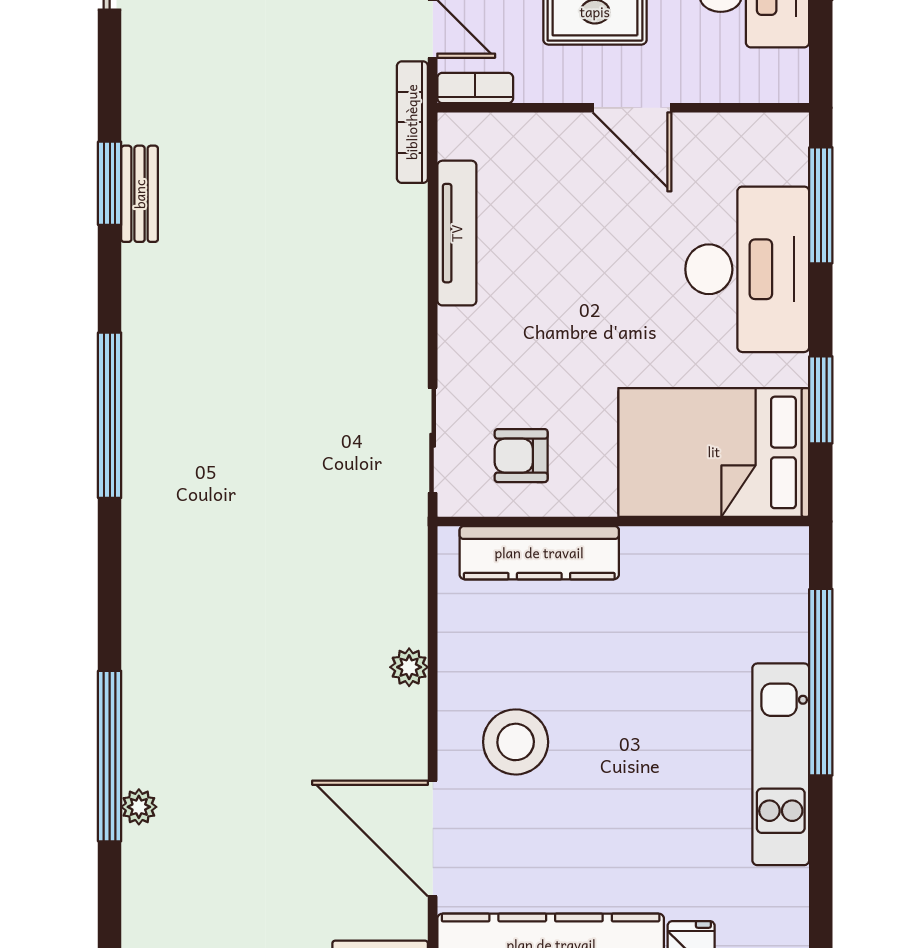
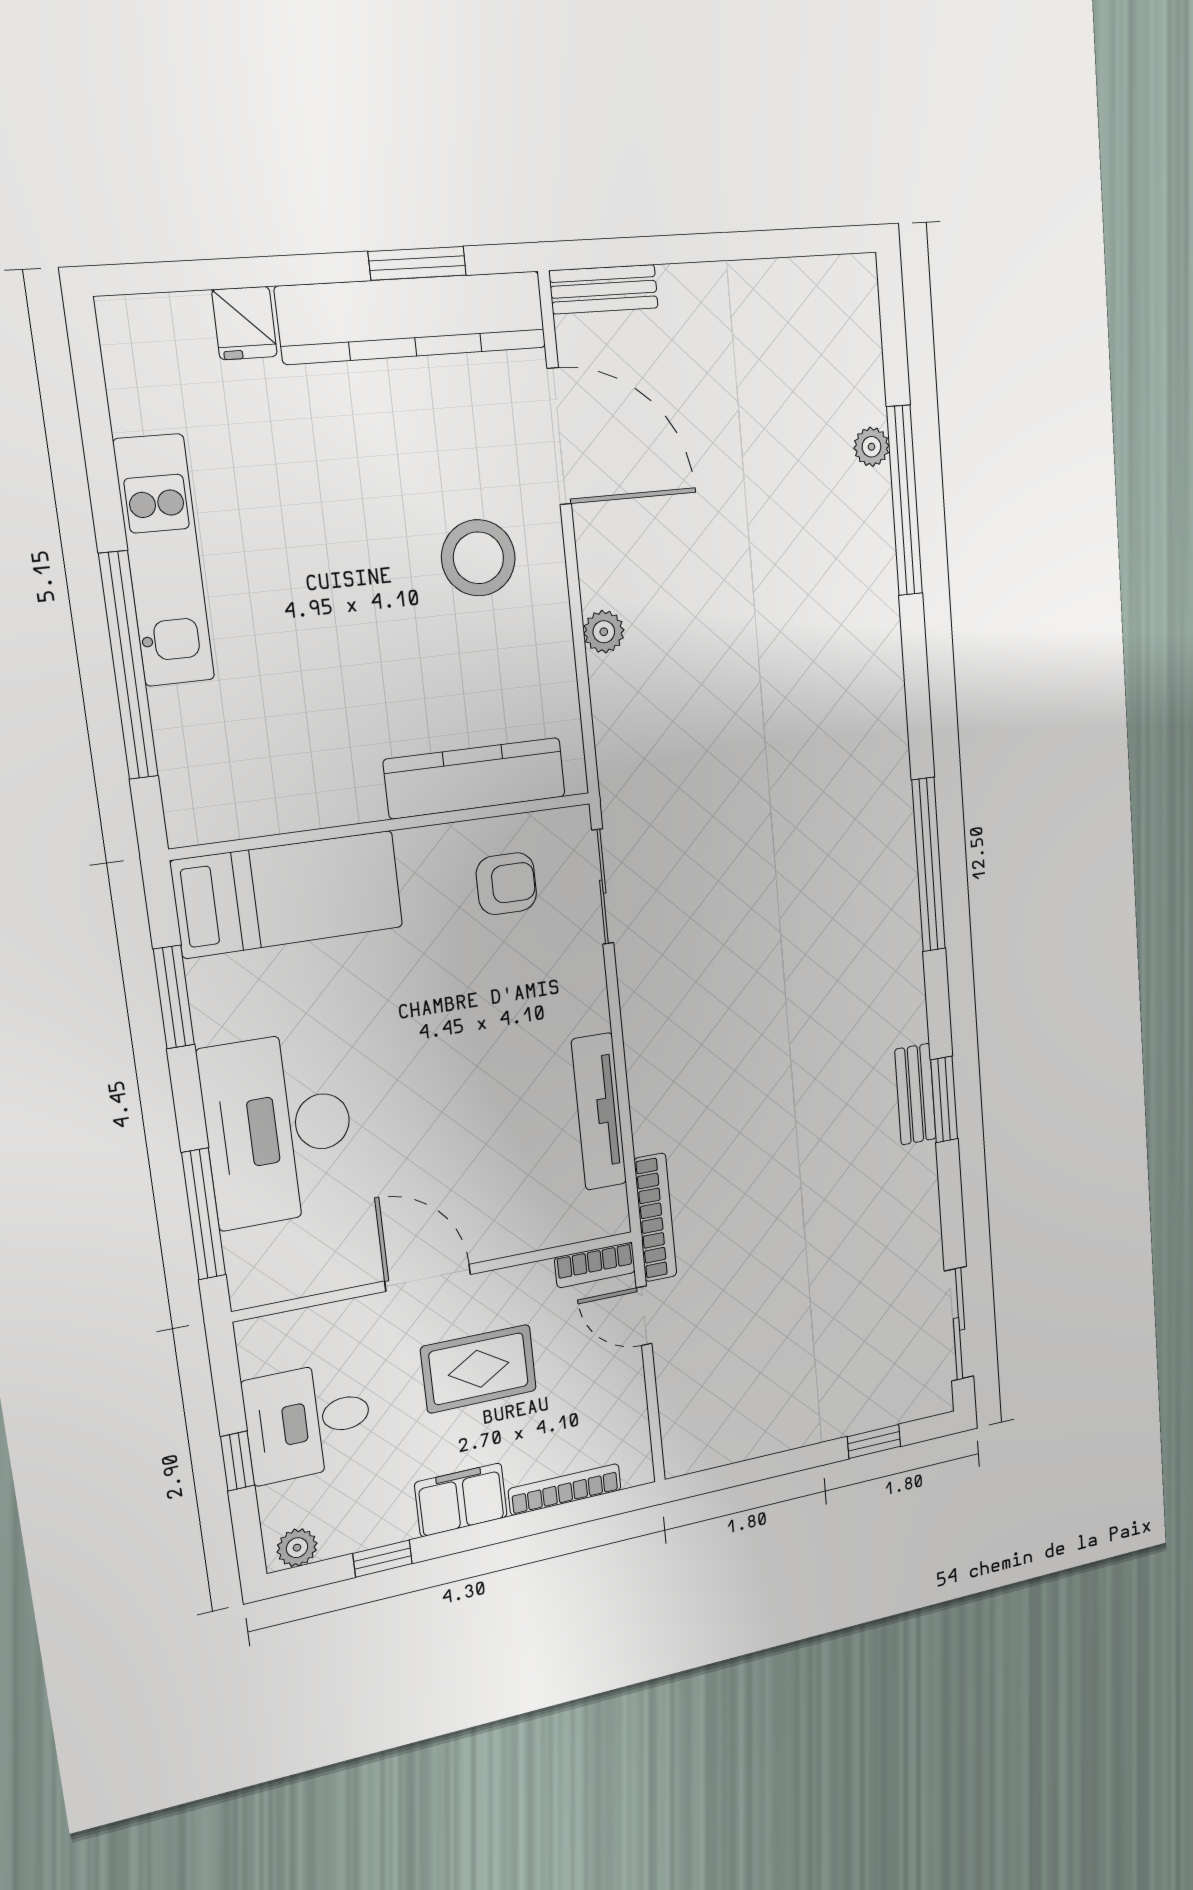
bed: (714, 452) -> (288, 894), width x0.67

